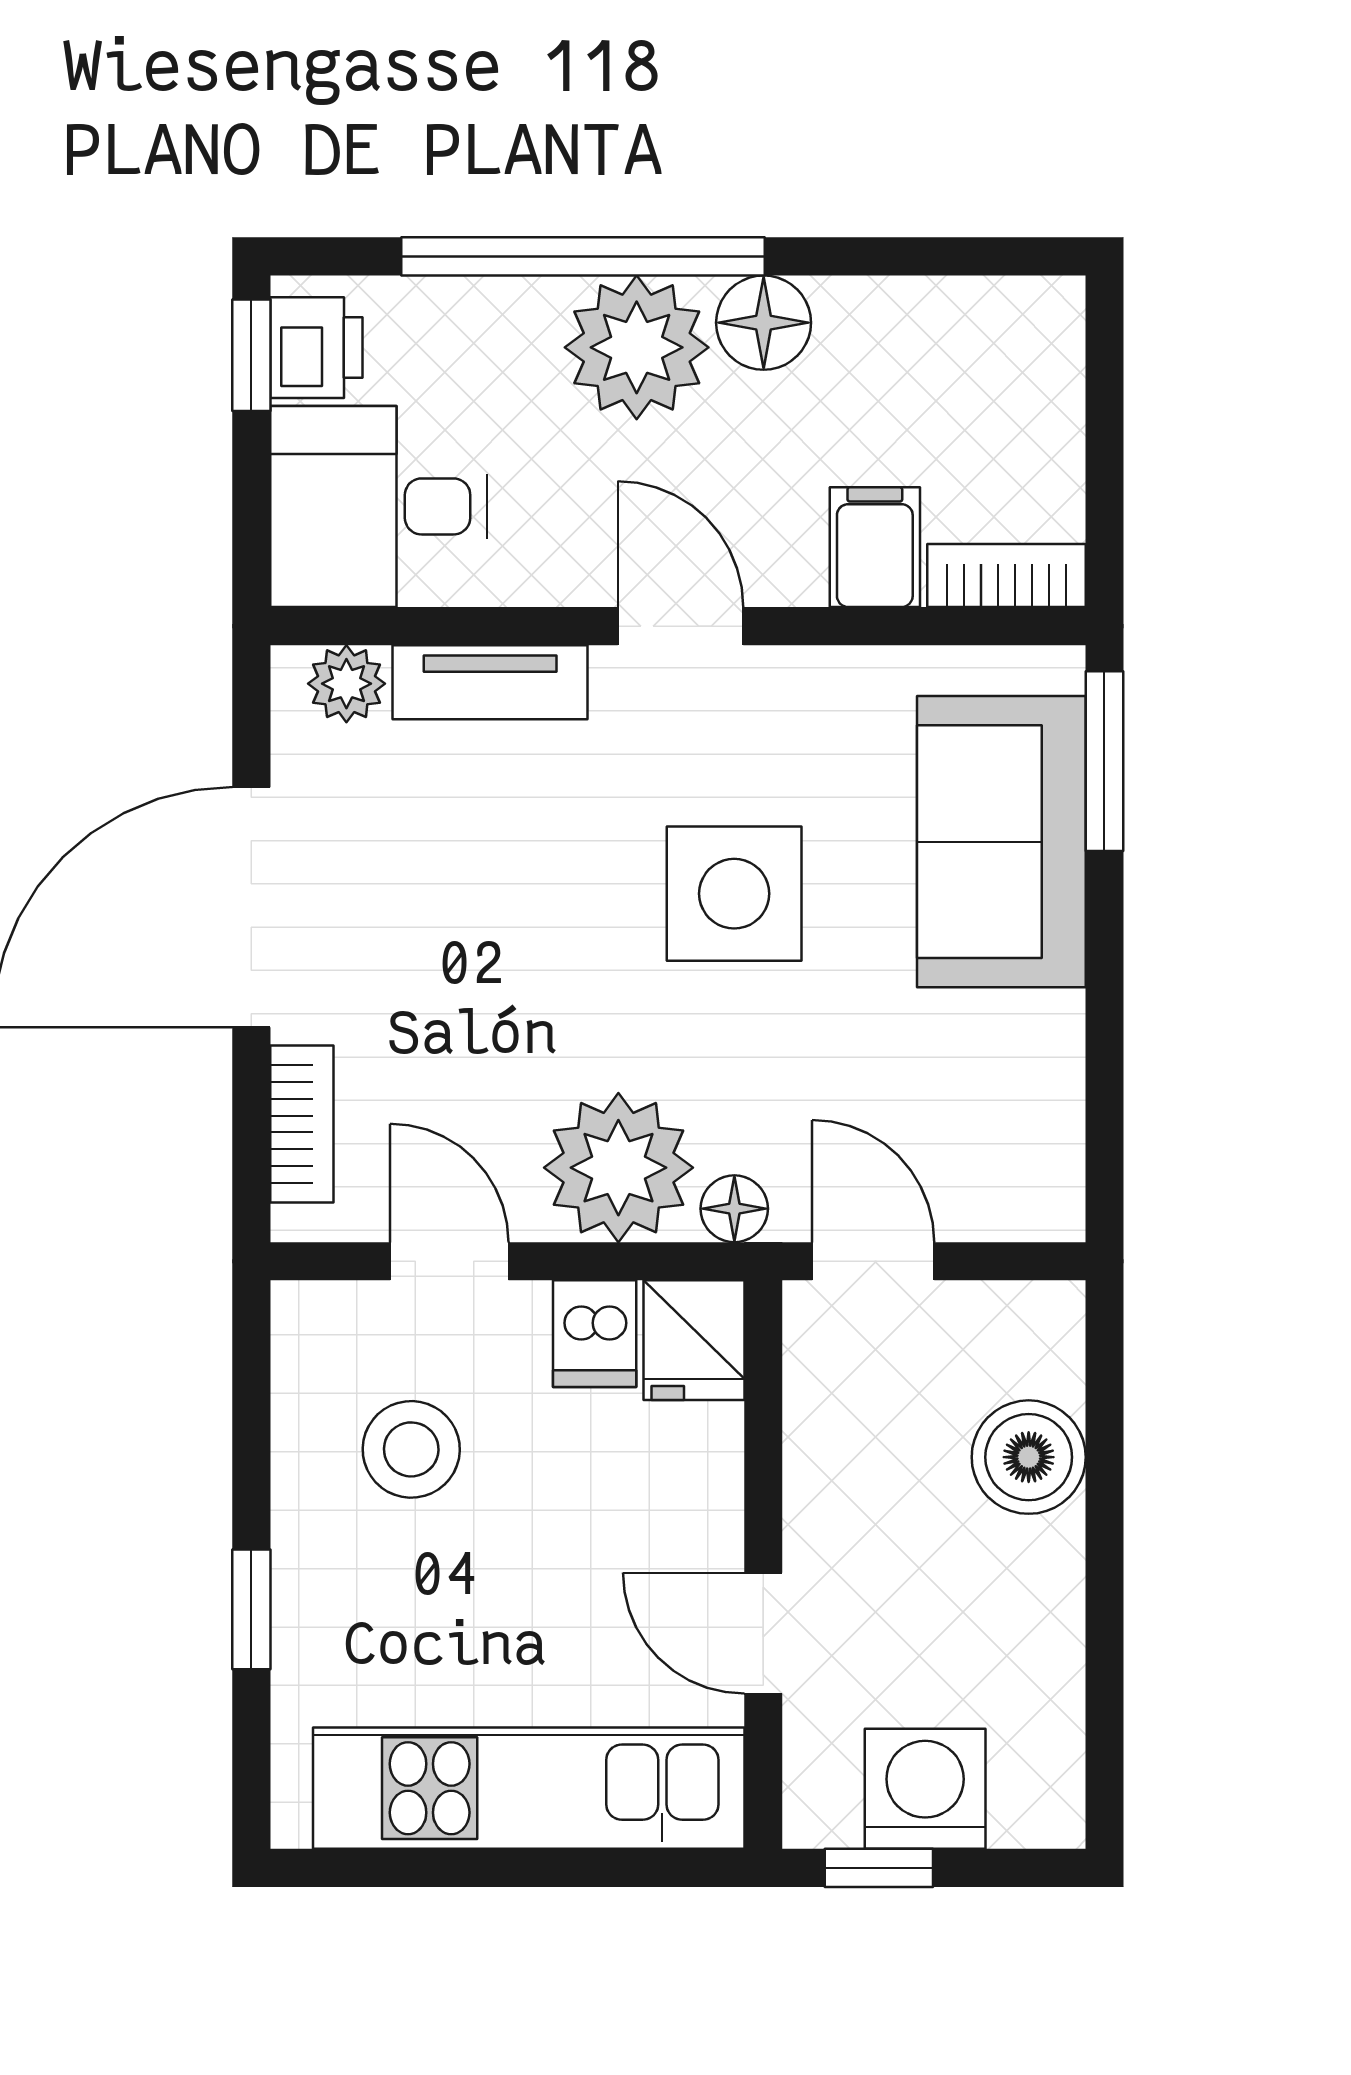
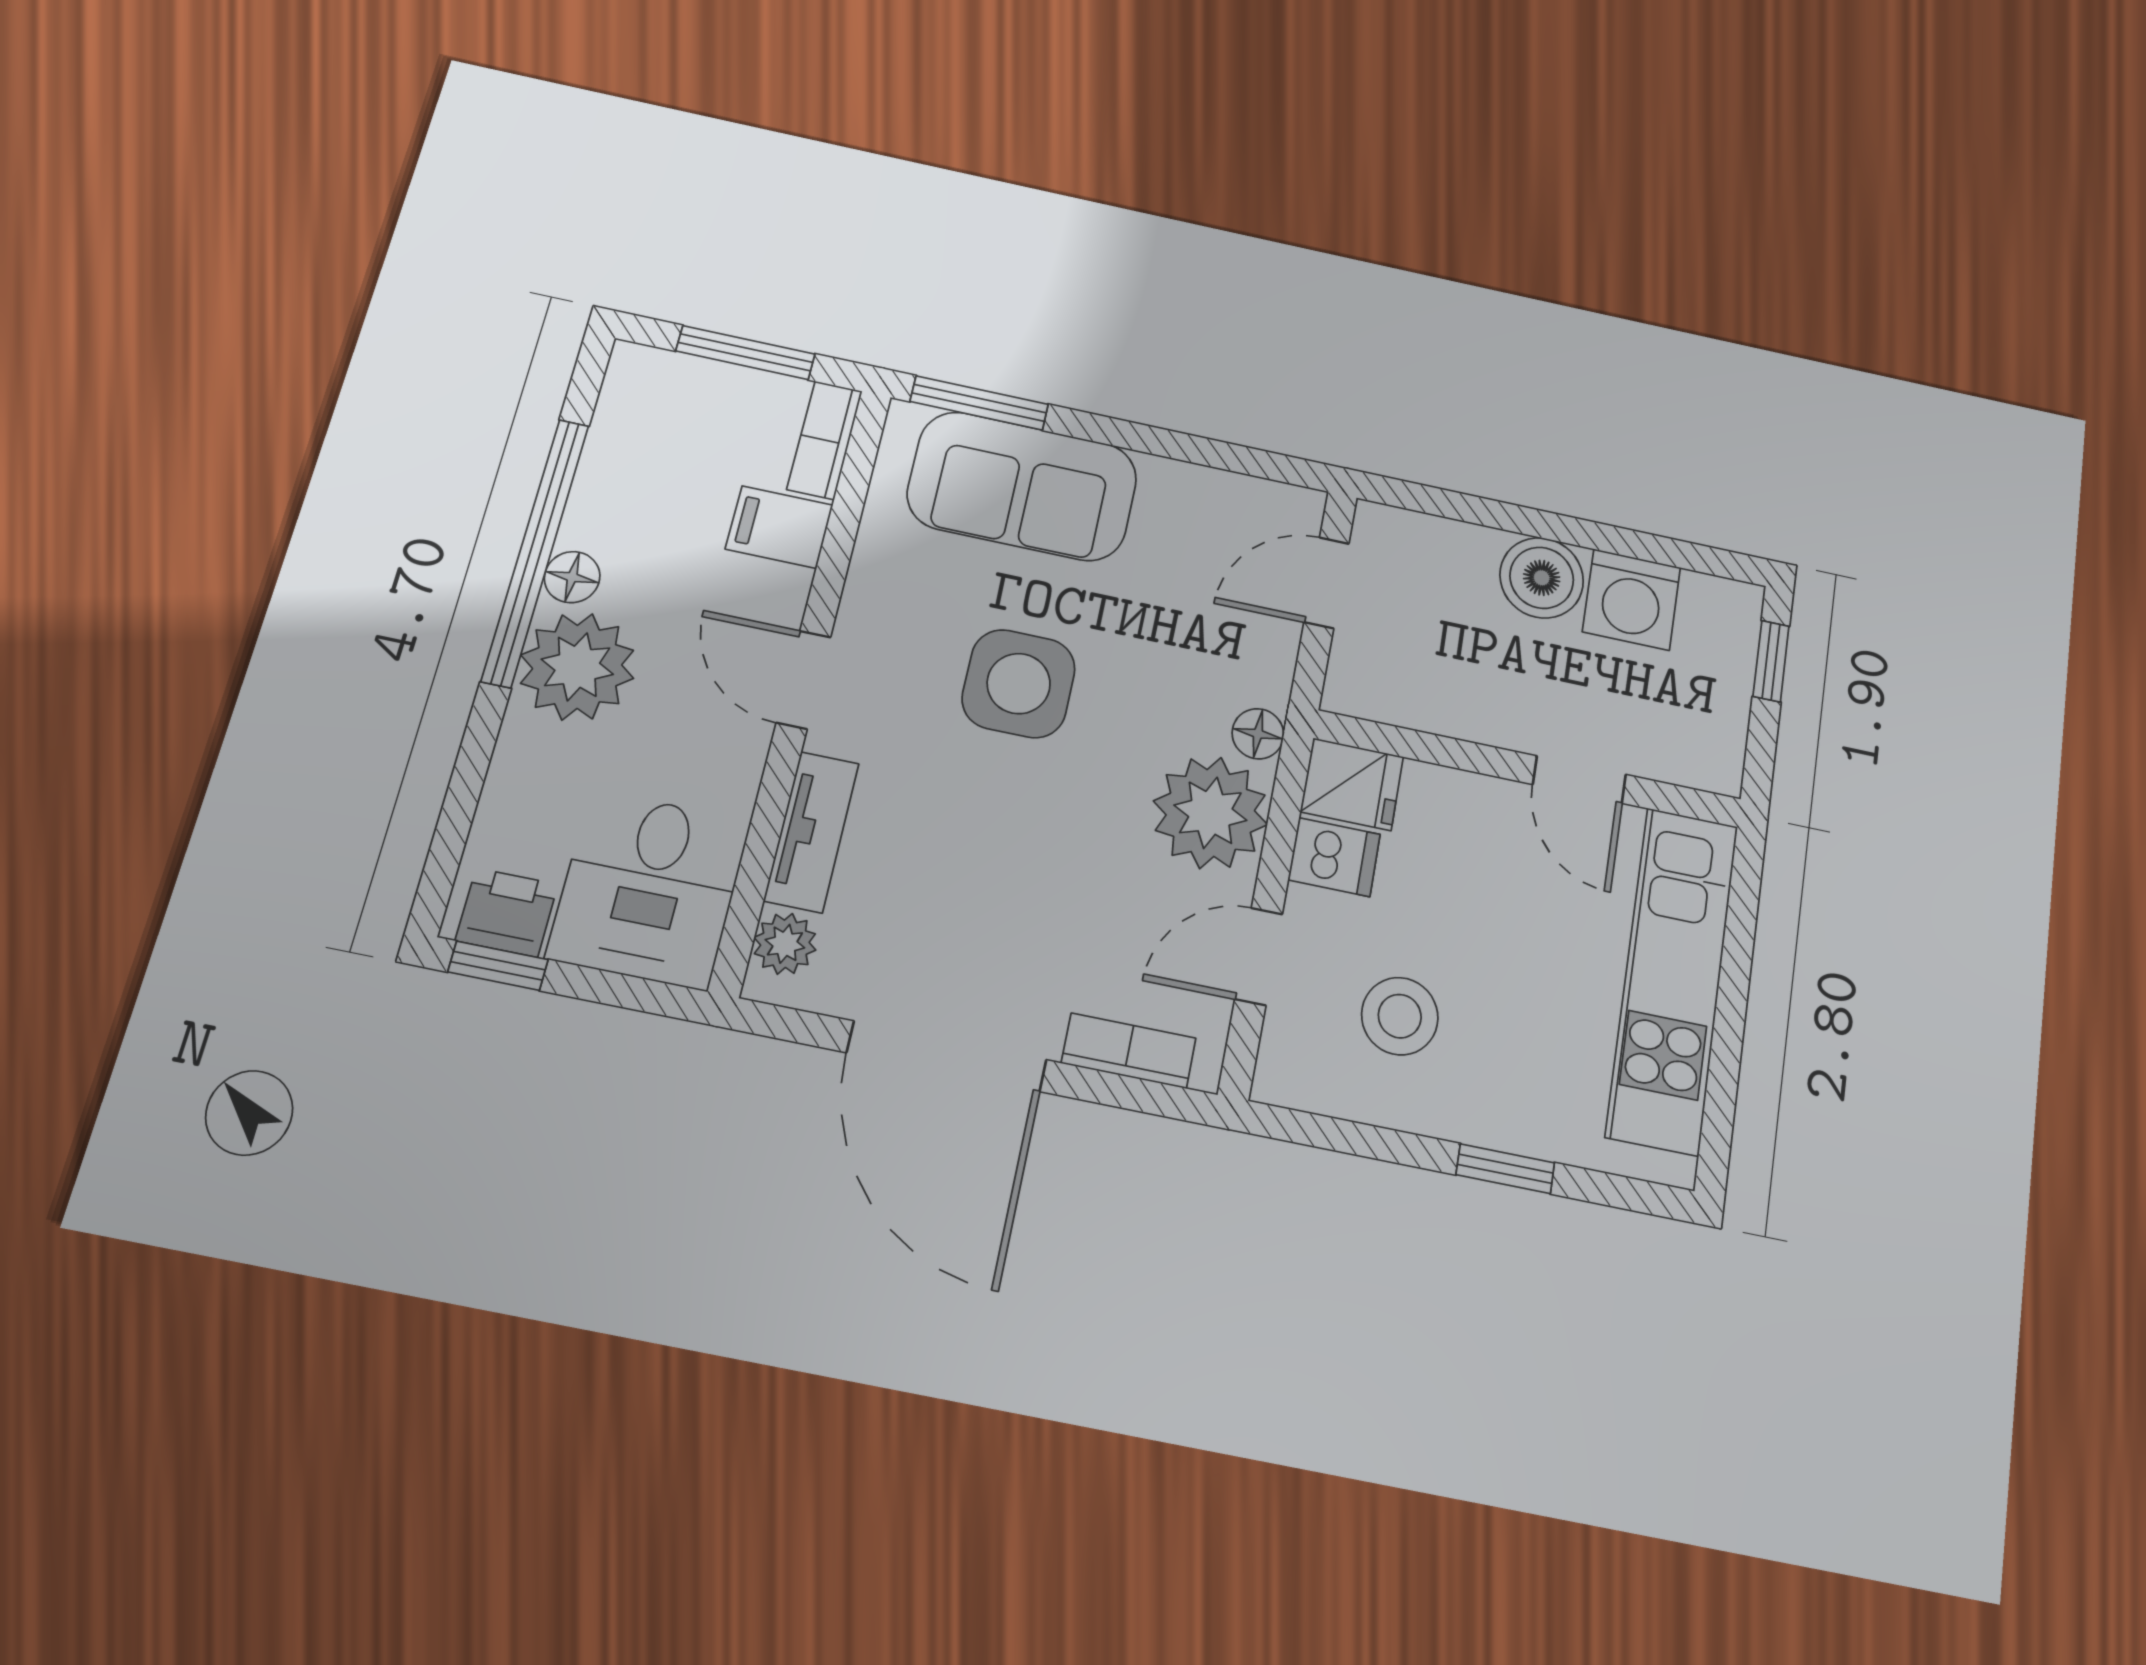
window: (583, 256) -> (536, 552), moved
floor lamp: (764, 323) -> (572, 577), width x0.73, depth x0.73
window: (1104, 446) -> (745, 353), added
door: (681, 626) -> (803, 680), hinge flipped
door: (873, 1261) -> (1327, 583), moved
boiler: (1029, 1457) -> (1542, 578), moved
door: (763, 1633) -> (1579, 779), hinge flipped
washing machine: (925, 1789) -> (1632, 599), moved, turned -90
window: (879, 1868) -> (1771, 661), moved

